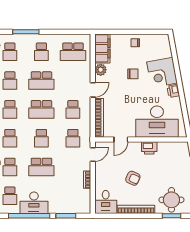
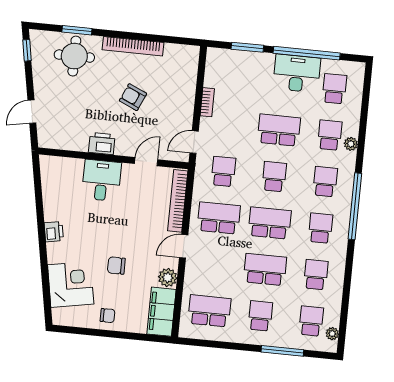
corner desk: (162, 72) -> (71, 284), moved
school desk: (73, 109) -> (219, 218), width x1.85
desk: (157, 122) -> (101, 180), width x0.53, depth x0.77
desk: (106, 202) -> (181, 63), removed

